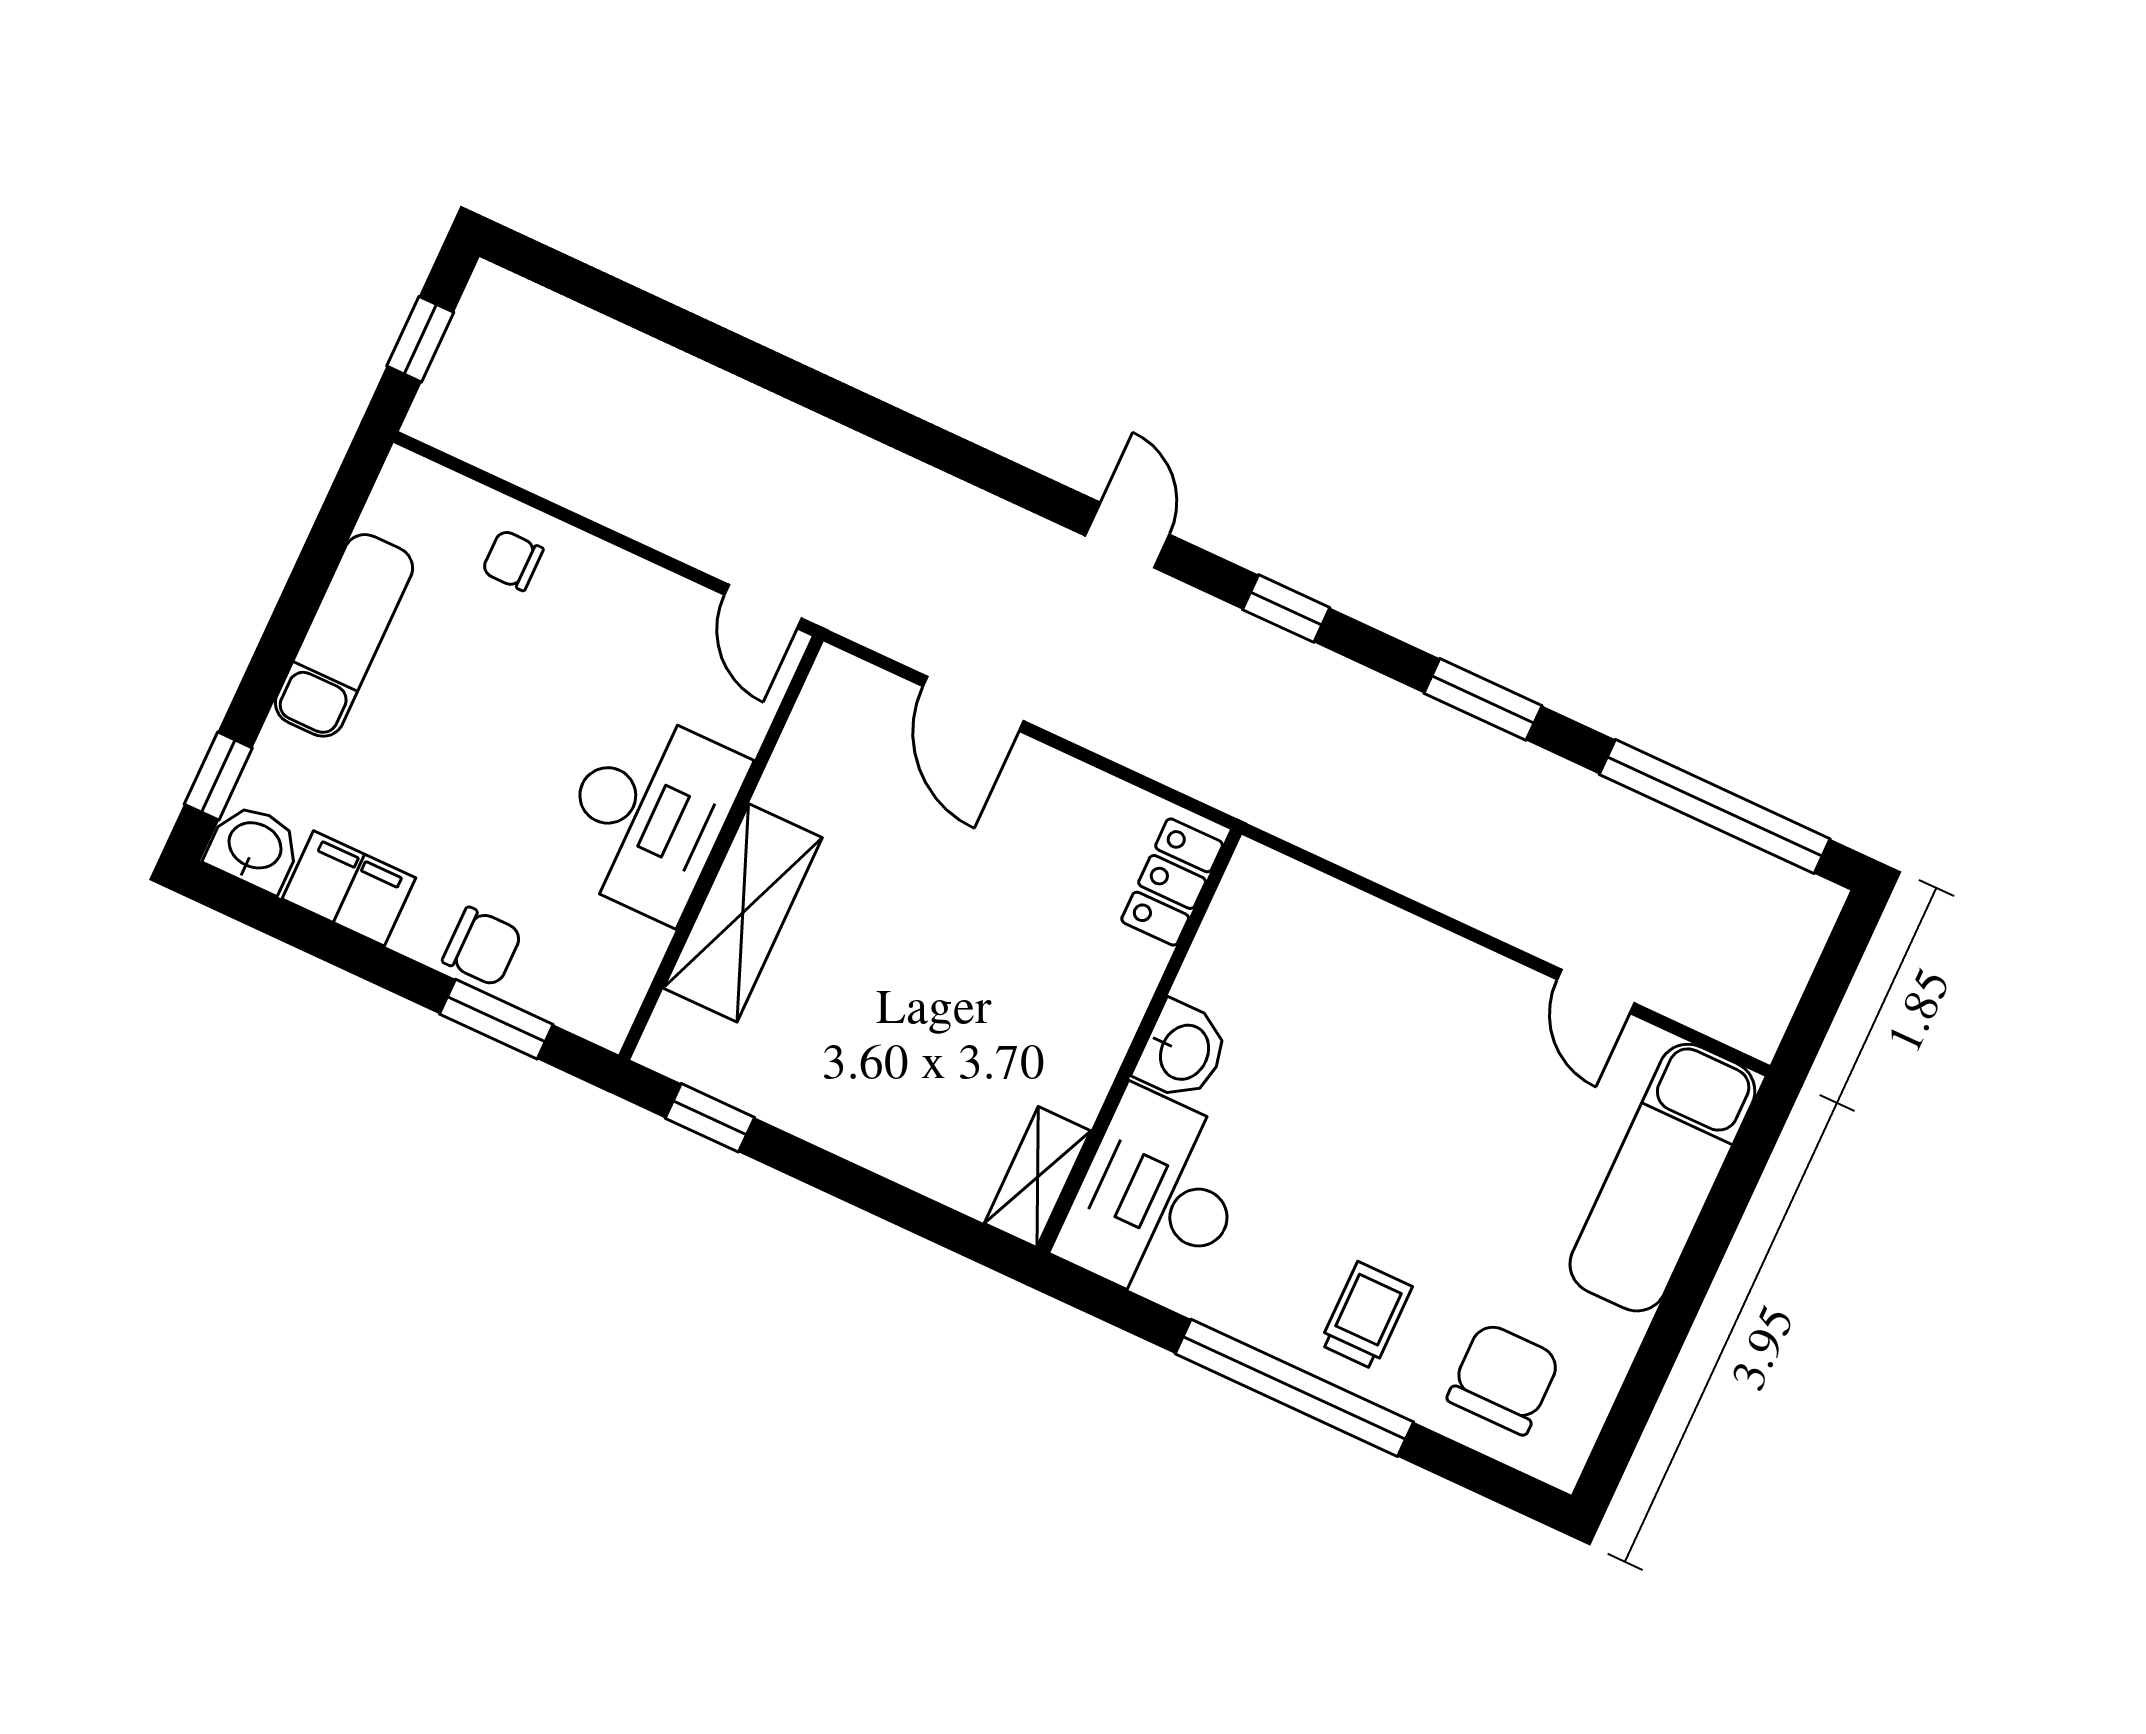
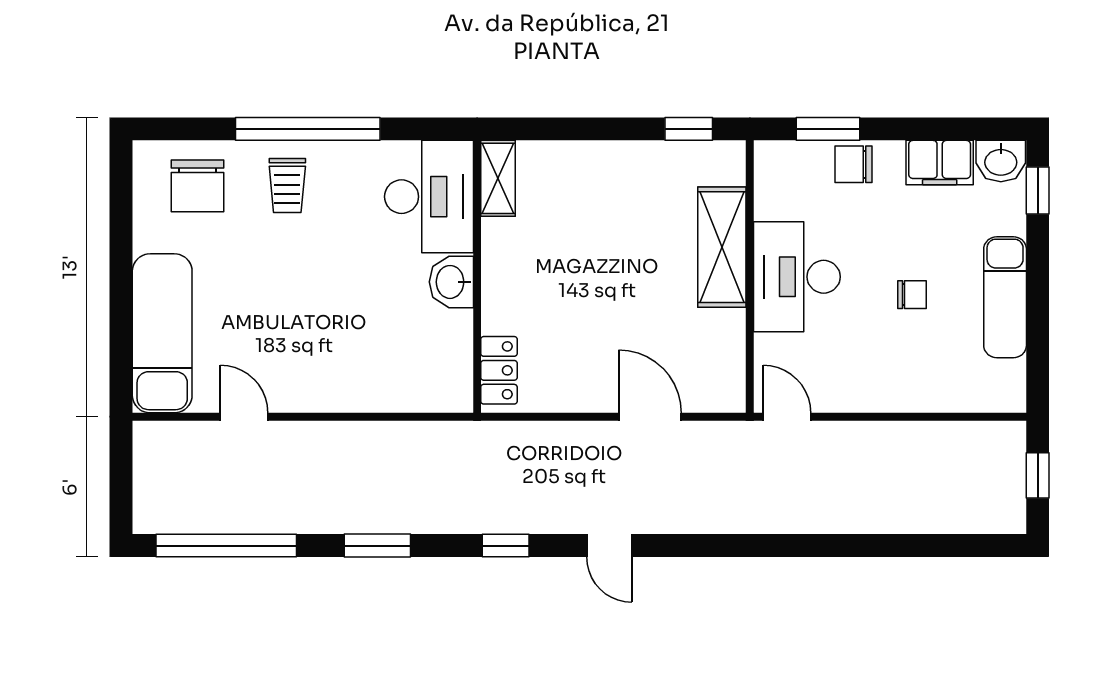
chair: (513, 560) -> (912, 295), moved

